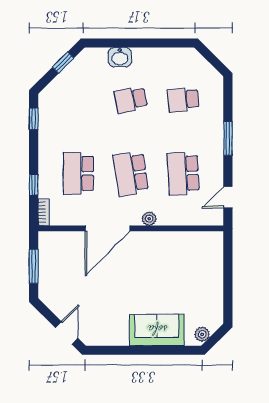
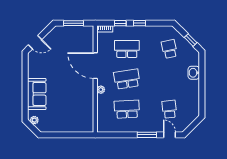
school desk: (131, 100) -> (169, 49), moved
window: (34, 119) -> (140, 23), moved
door: (228, 197) -> (169, 135), moved

